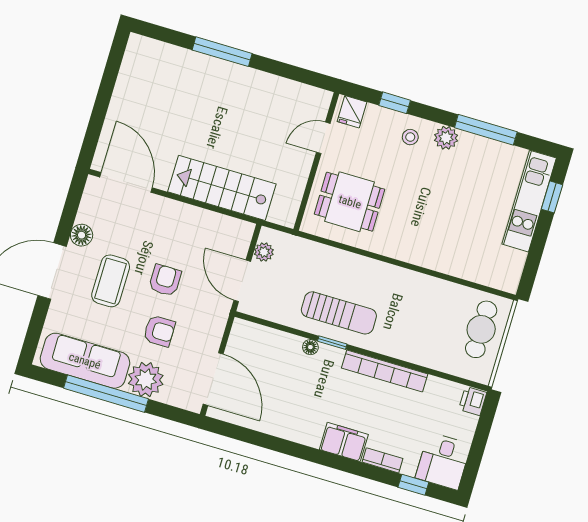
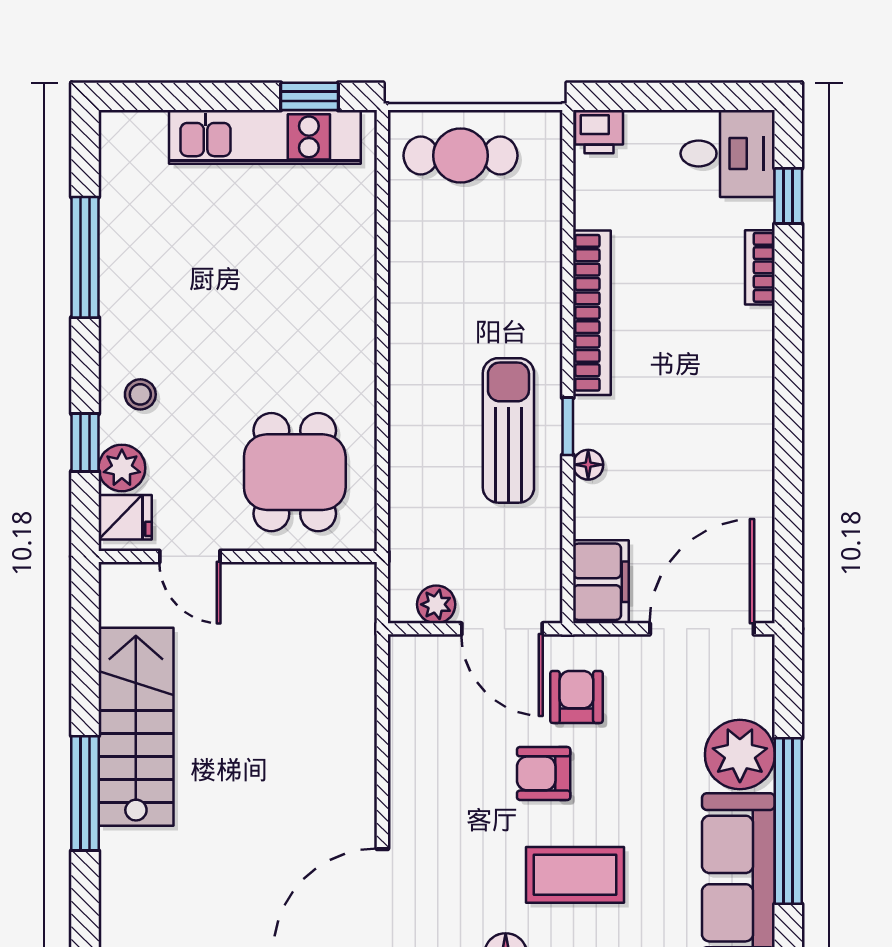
plant: (446, 138) -> (122, 468), moved
stairs: (222, 188) -> (136, 727), moved, turned 180
window: (552, 197) -> (309, 96), moved
kitchen unit: (529, 201) -> (265, 137), moved
door: (242, 281) -> (502, 629), hinge flipped
armchair: (159, 331) -> (576, 697), moved
filing cabinet: (344, 442) -> (601, 582), moved, turned 180

